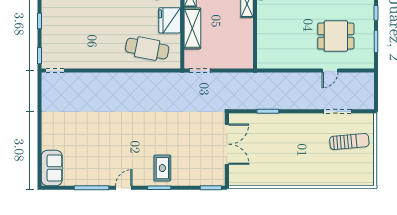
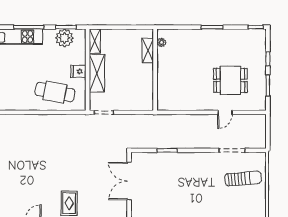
fridge: (170, 20) -> (78, 71), width x0.53, depth x0.75
double door: (227, 144) -> (129, 181), swing flipped

